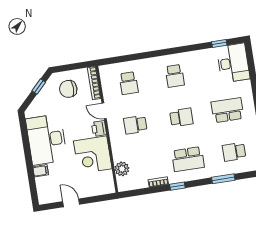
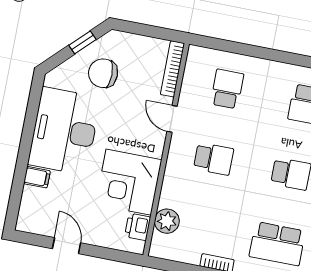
school desk: (129, 83) -> (227, 89), turned 180
chair: (68, 89) -> (103, 73), moved
school desk: (135, 125) -> (214, 159), turned 180
printer: (99, 129) -> (138, 227), moved

